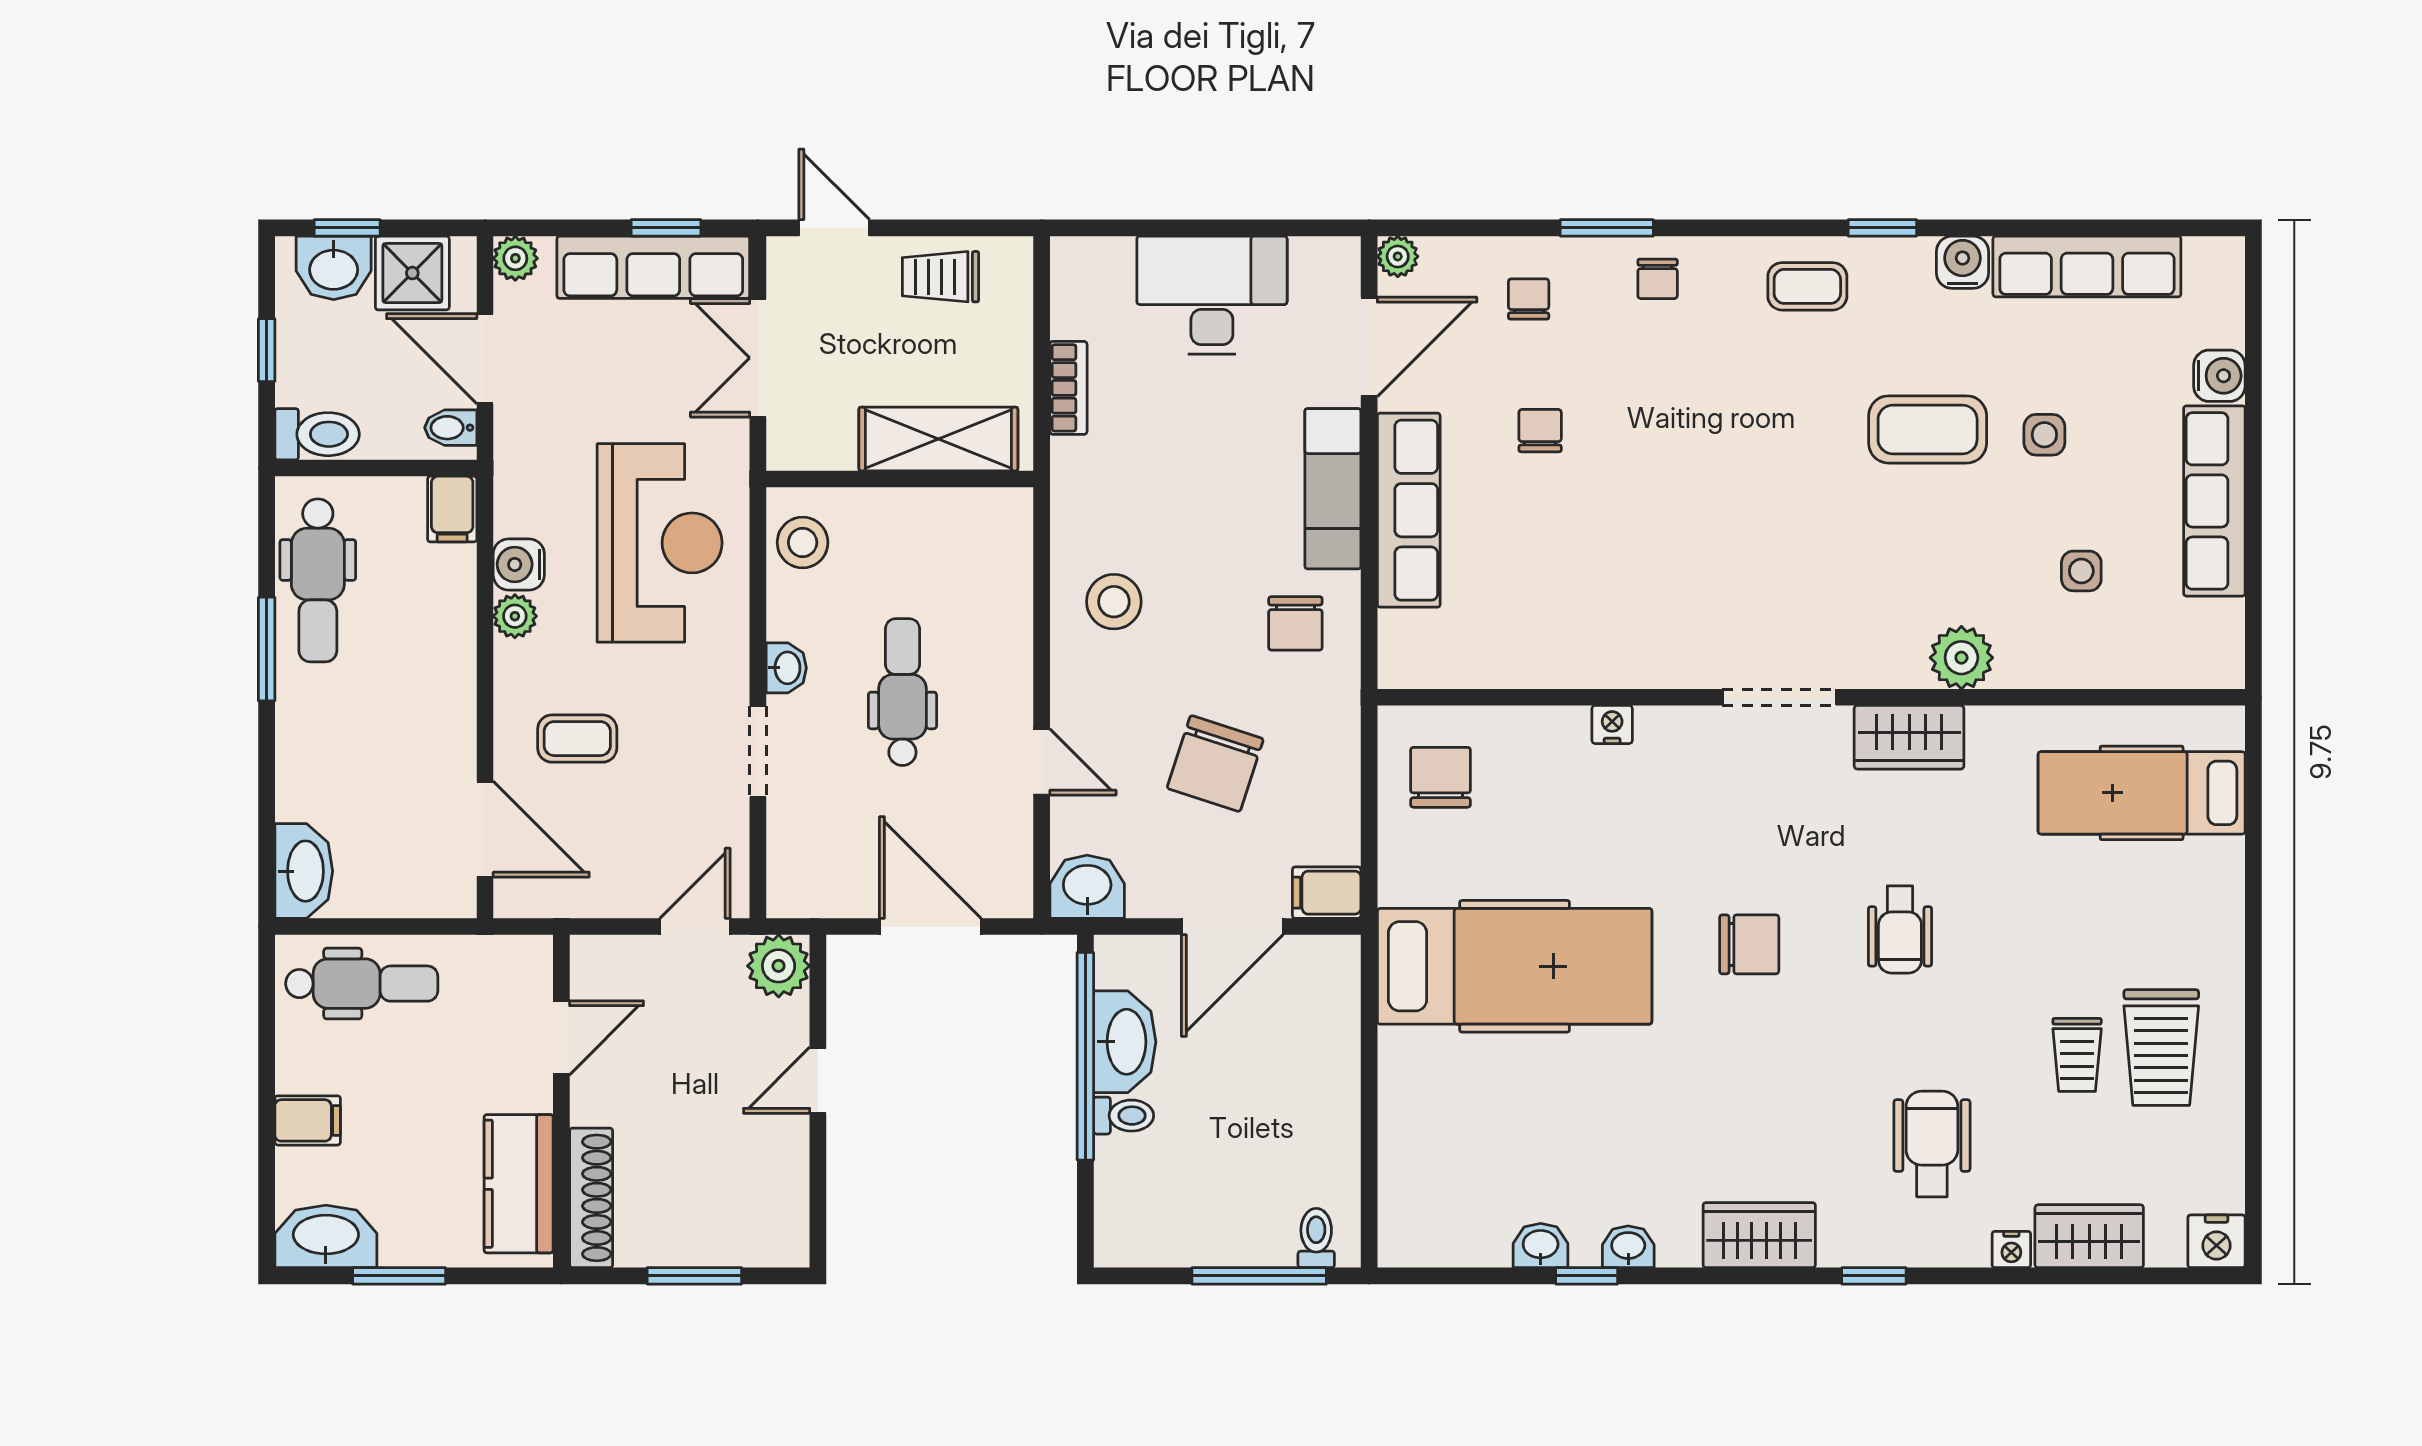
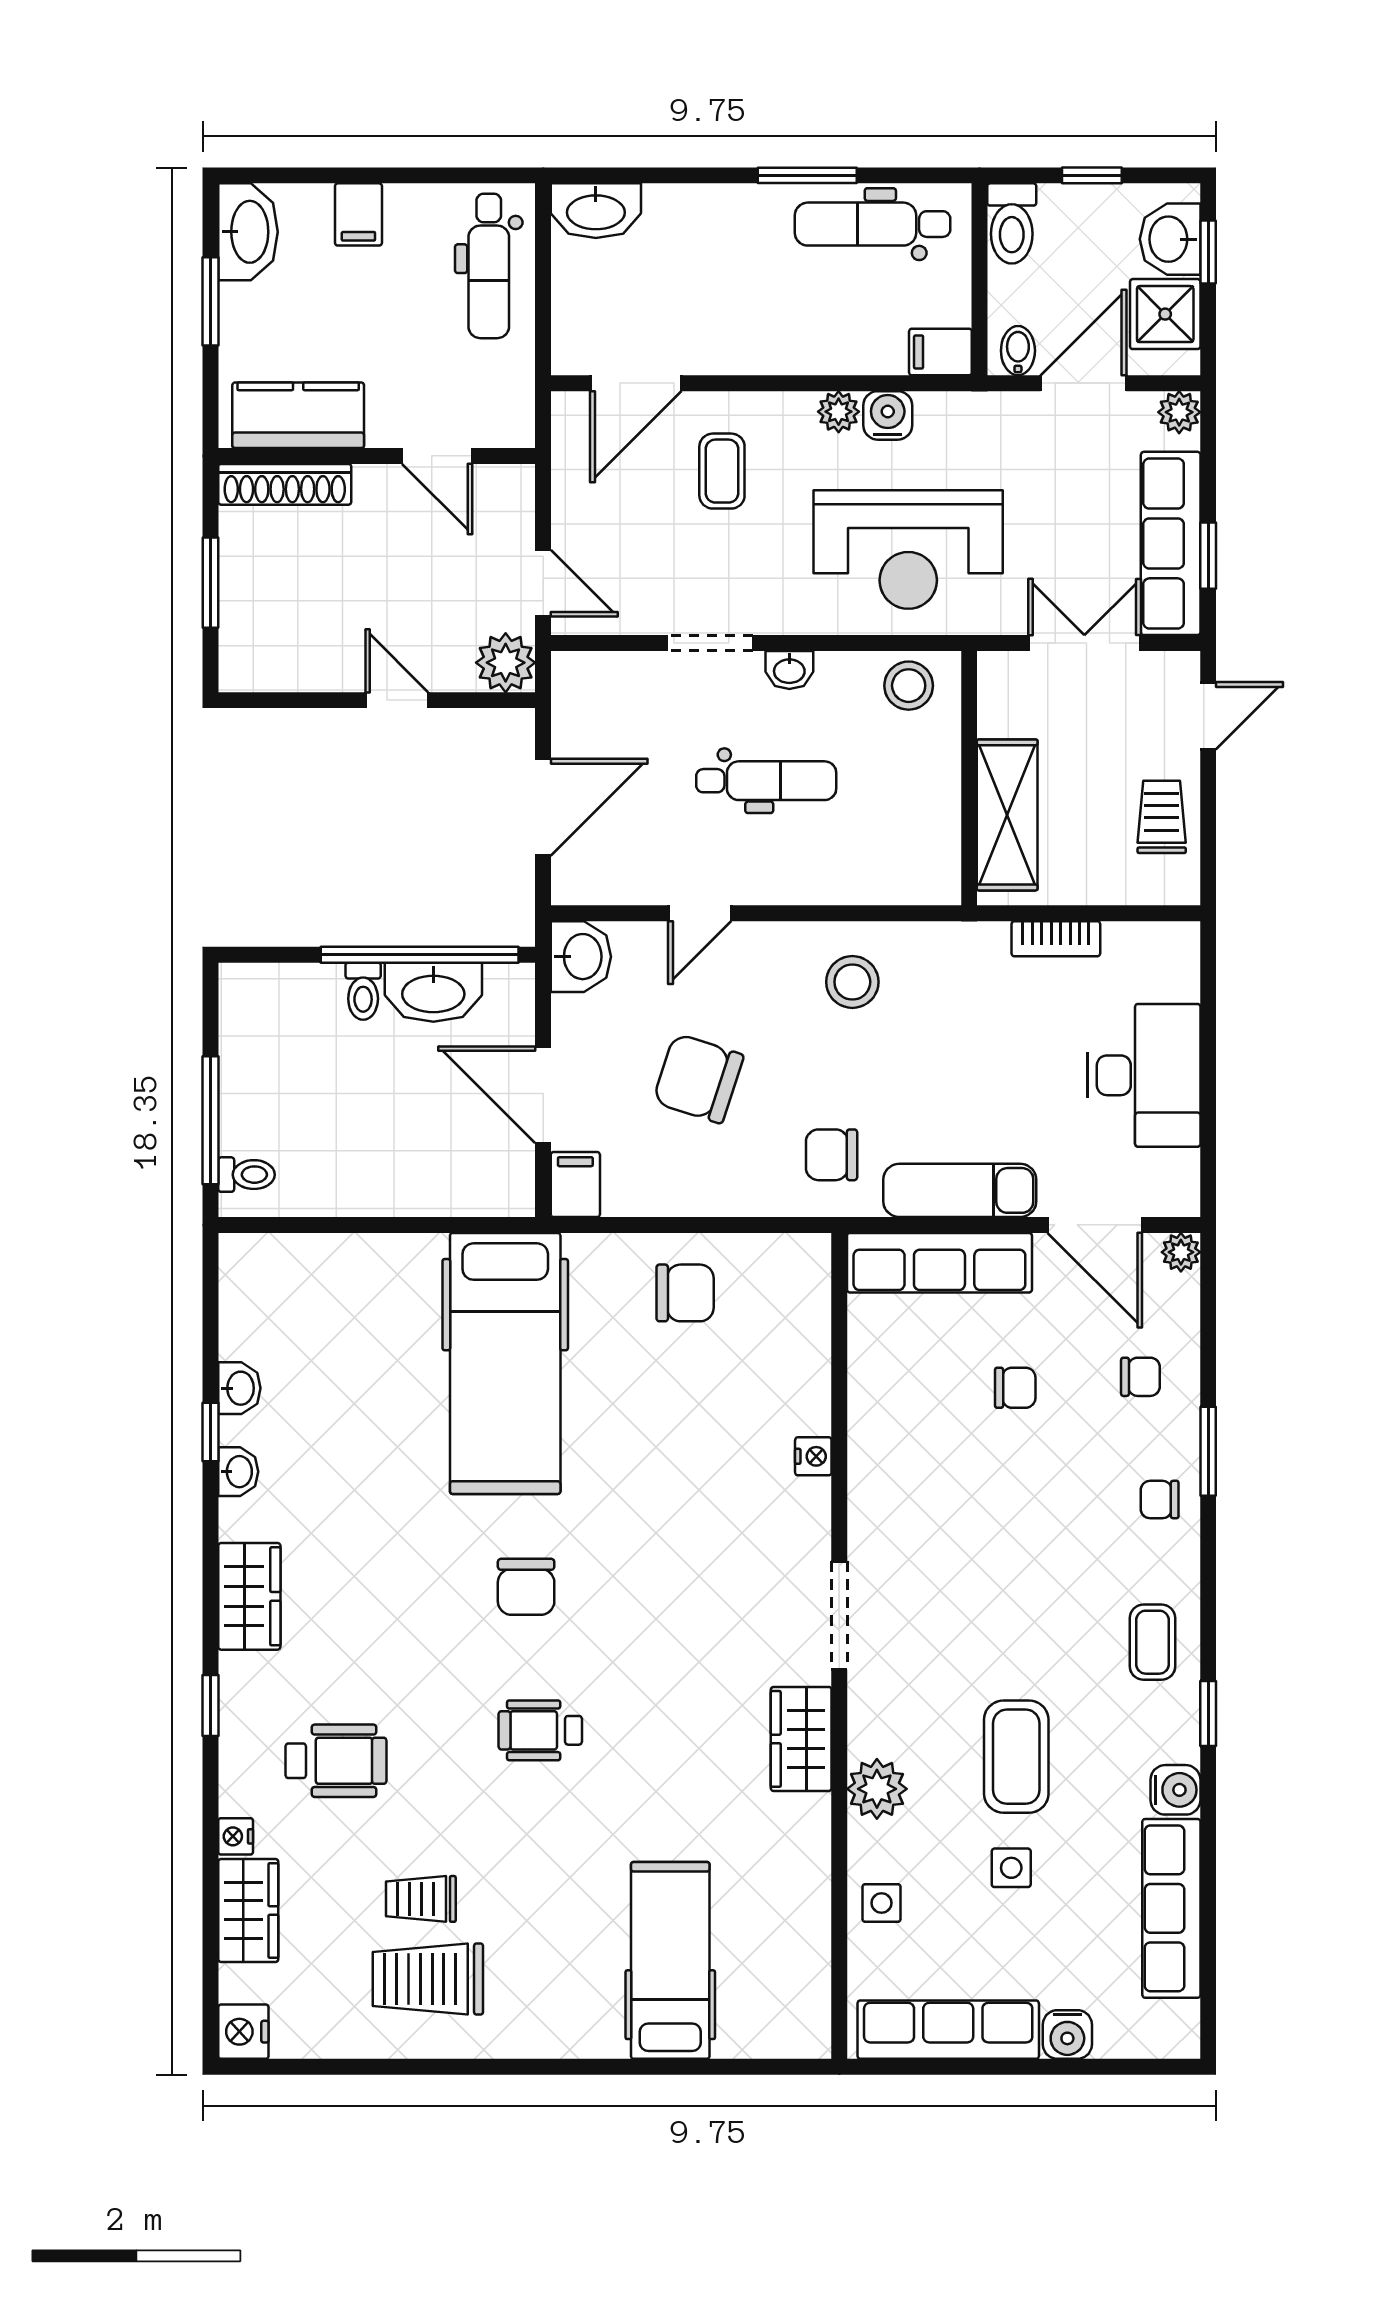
plant: (1961, 658) -> (877, 1789), moved
doorway: (1779, 697) -> (839, 1615), moved
wall: (1811, 697) -> (839, 1646), moved
nightstand: (1612, 724) -> (813, 1456), moved
wardrobe: (1909, 737) -> (801, 1739), moved

